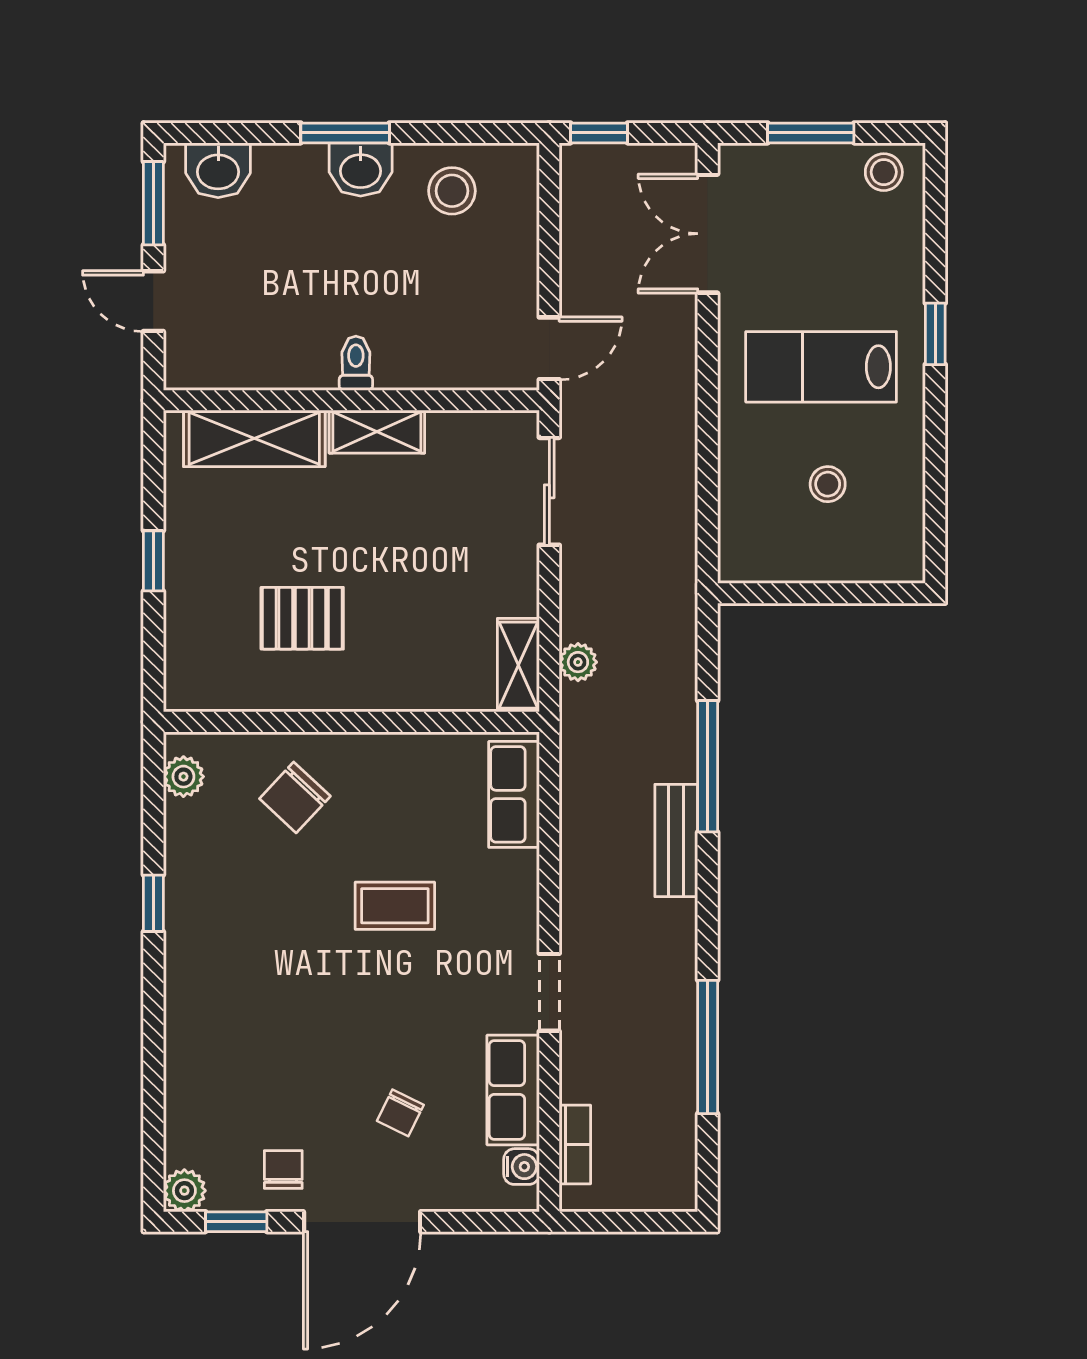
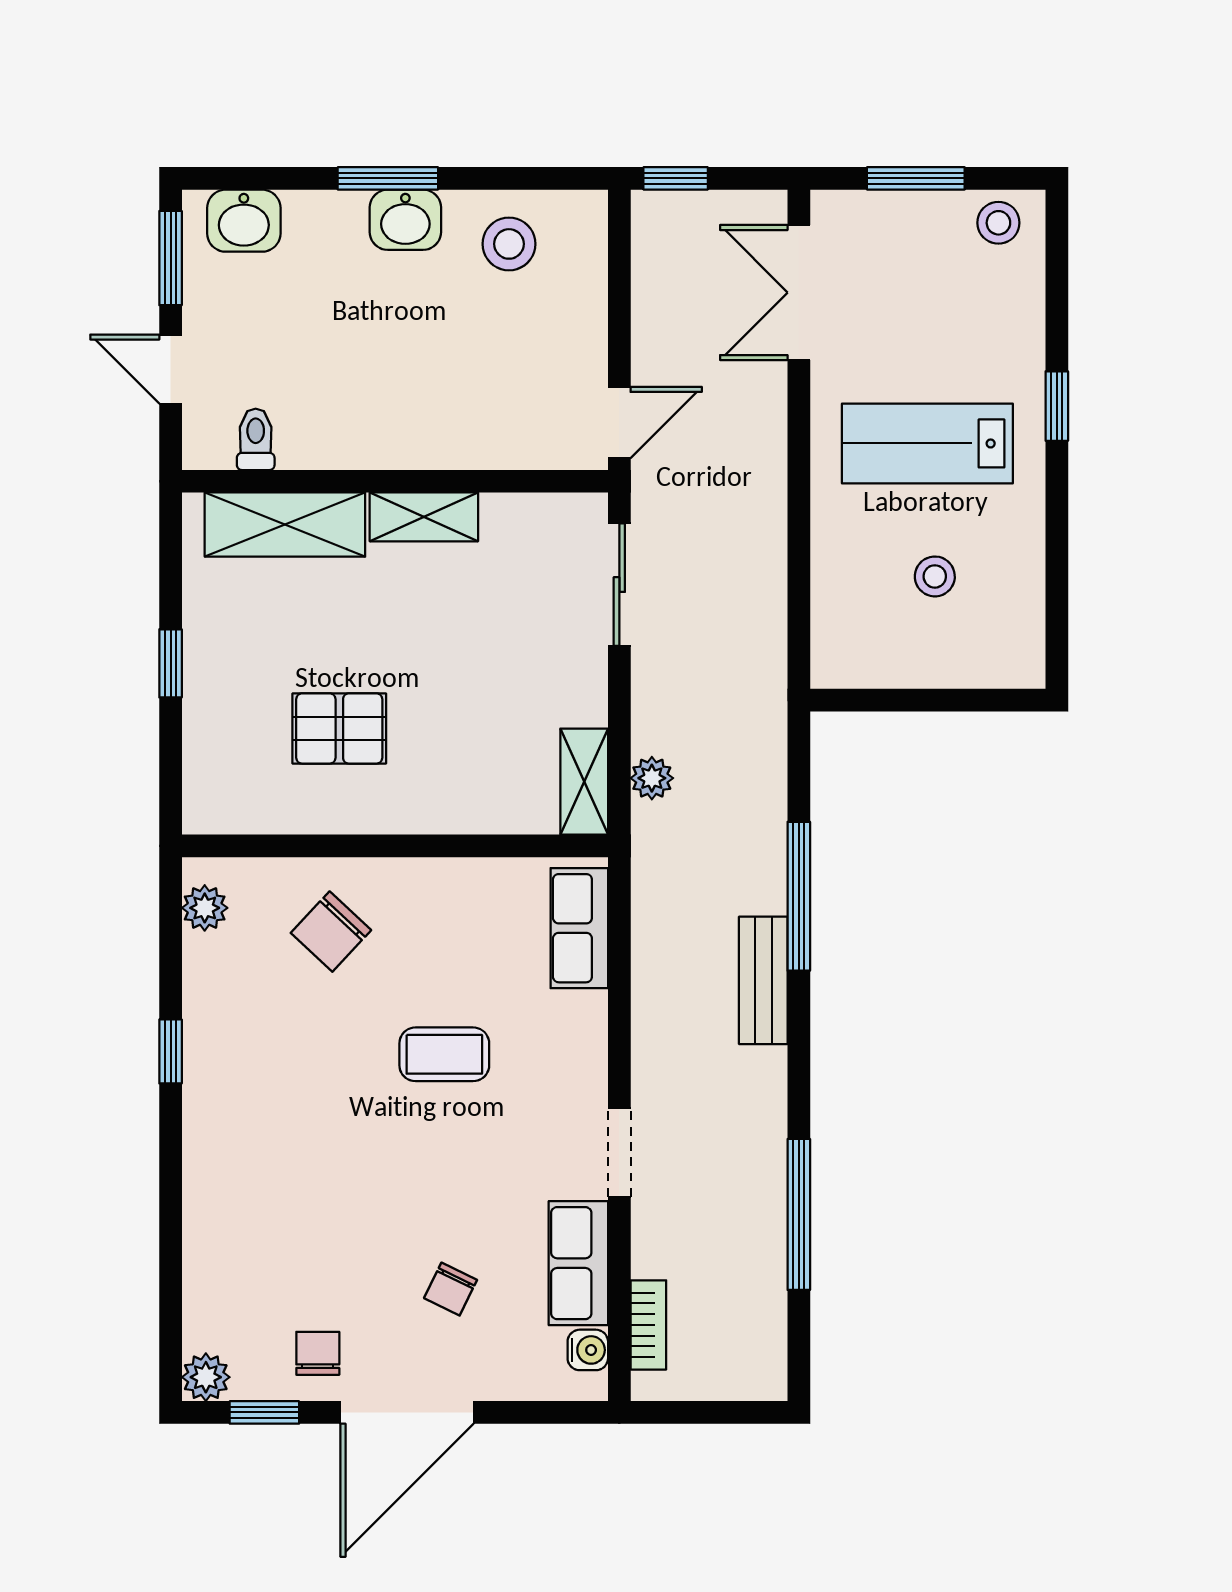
toilet: (356, 363) -> (256, 439), moved

